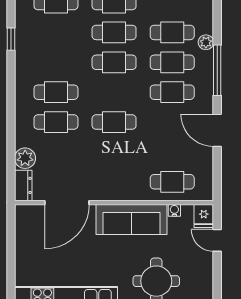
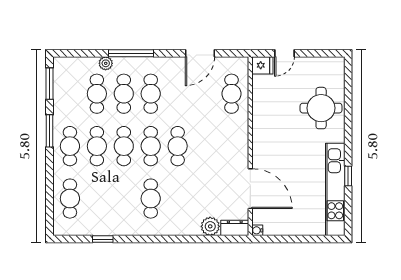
cafe table: (56, 122) -> (151, 146), moved
door: (217, 130) -> (200, 53), moved
water cooler: (174, 210) -> (257, 230), moved
sofa: (132, 219) -> (265, 130), removed

